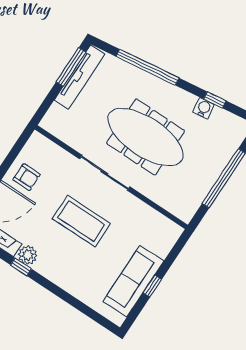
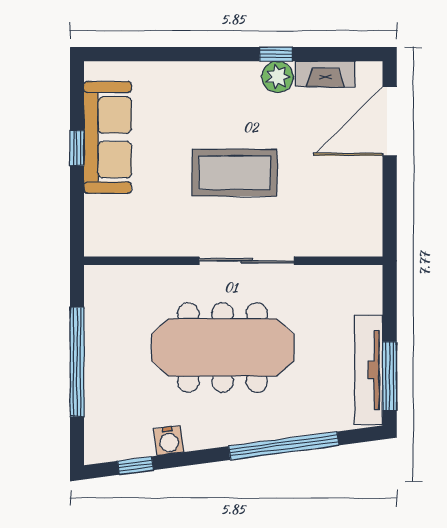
window: (215, 100) -> (135, 465), moved
armchair: (27, 177) -> (350, 184), removed

